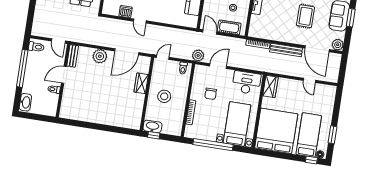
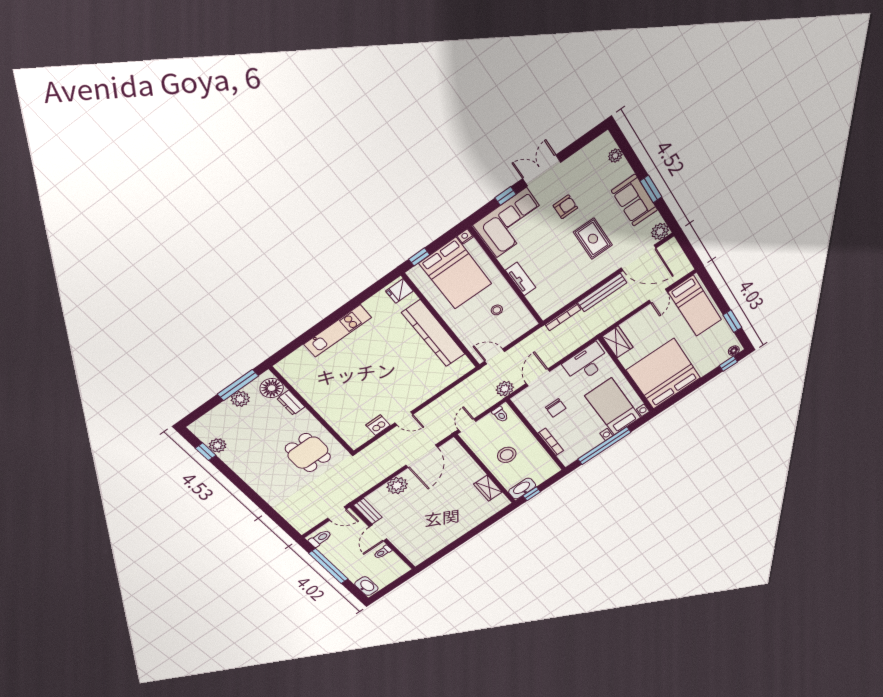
cot: (229, 27) -> (512, 332), removed
door: (309, 80) -> (658, 296), hinge flipped
wardrobe: (141, 83) -> (488, 488), moved
bed: (309, 135) -> (695, 306), moved, turned 180

